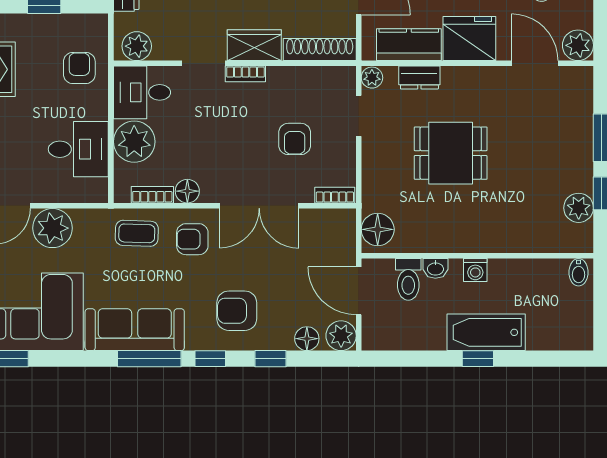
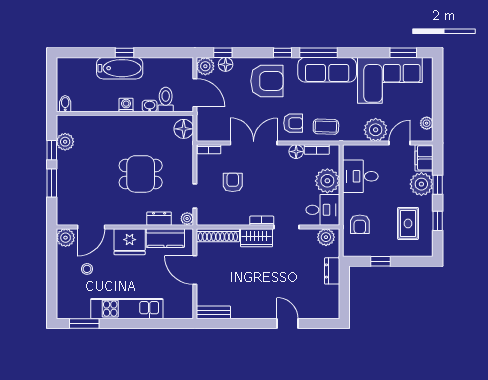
door: (535, 63) -> (91, 227), hinge flipped
armchair: (237, 311) -> (267, 81), width x1.36, depth x1.36
window: (270, 359) -> (223, 53), moved

